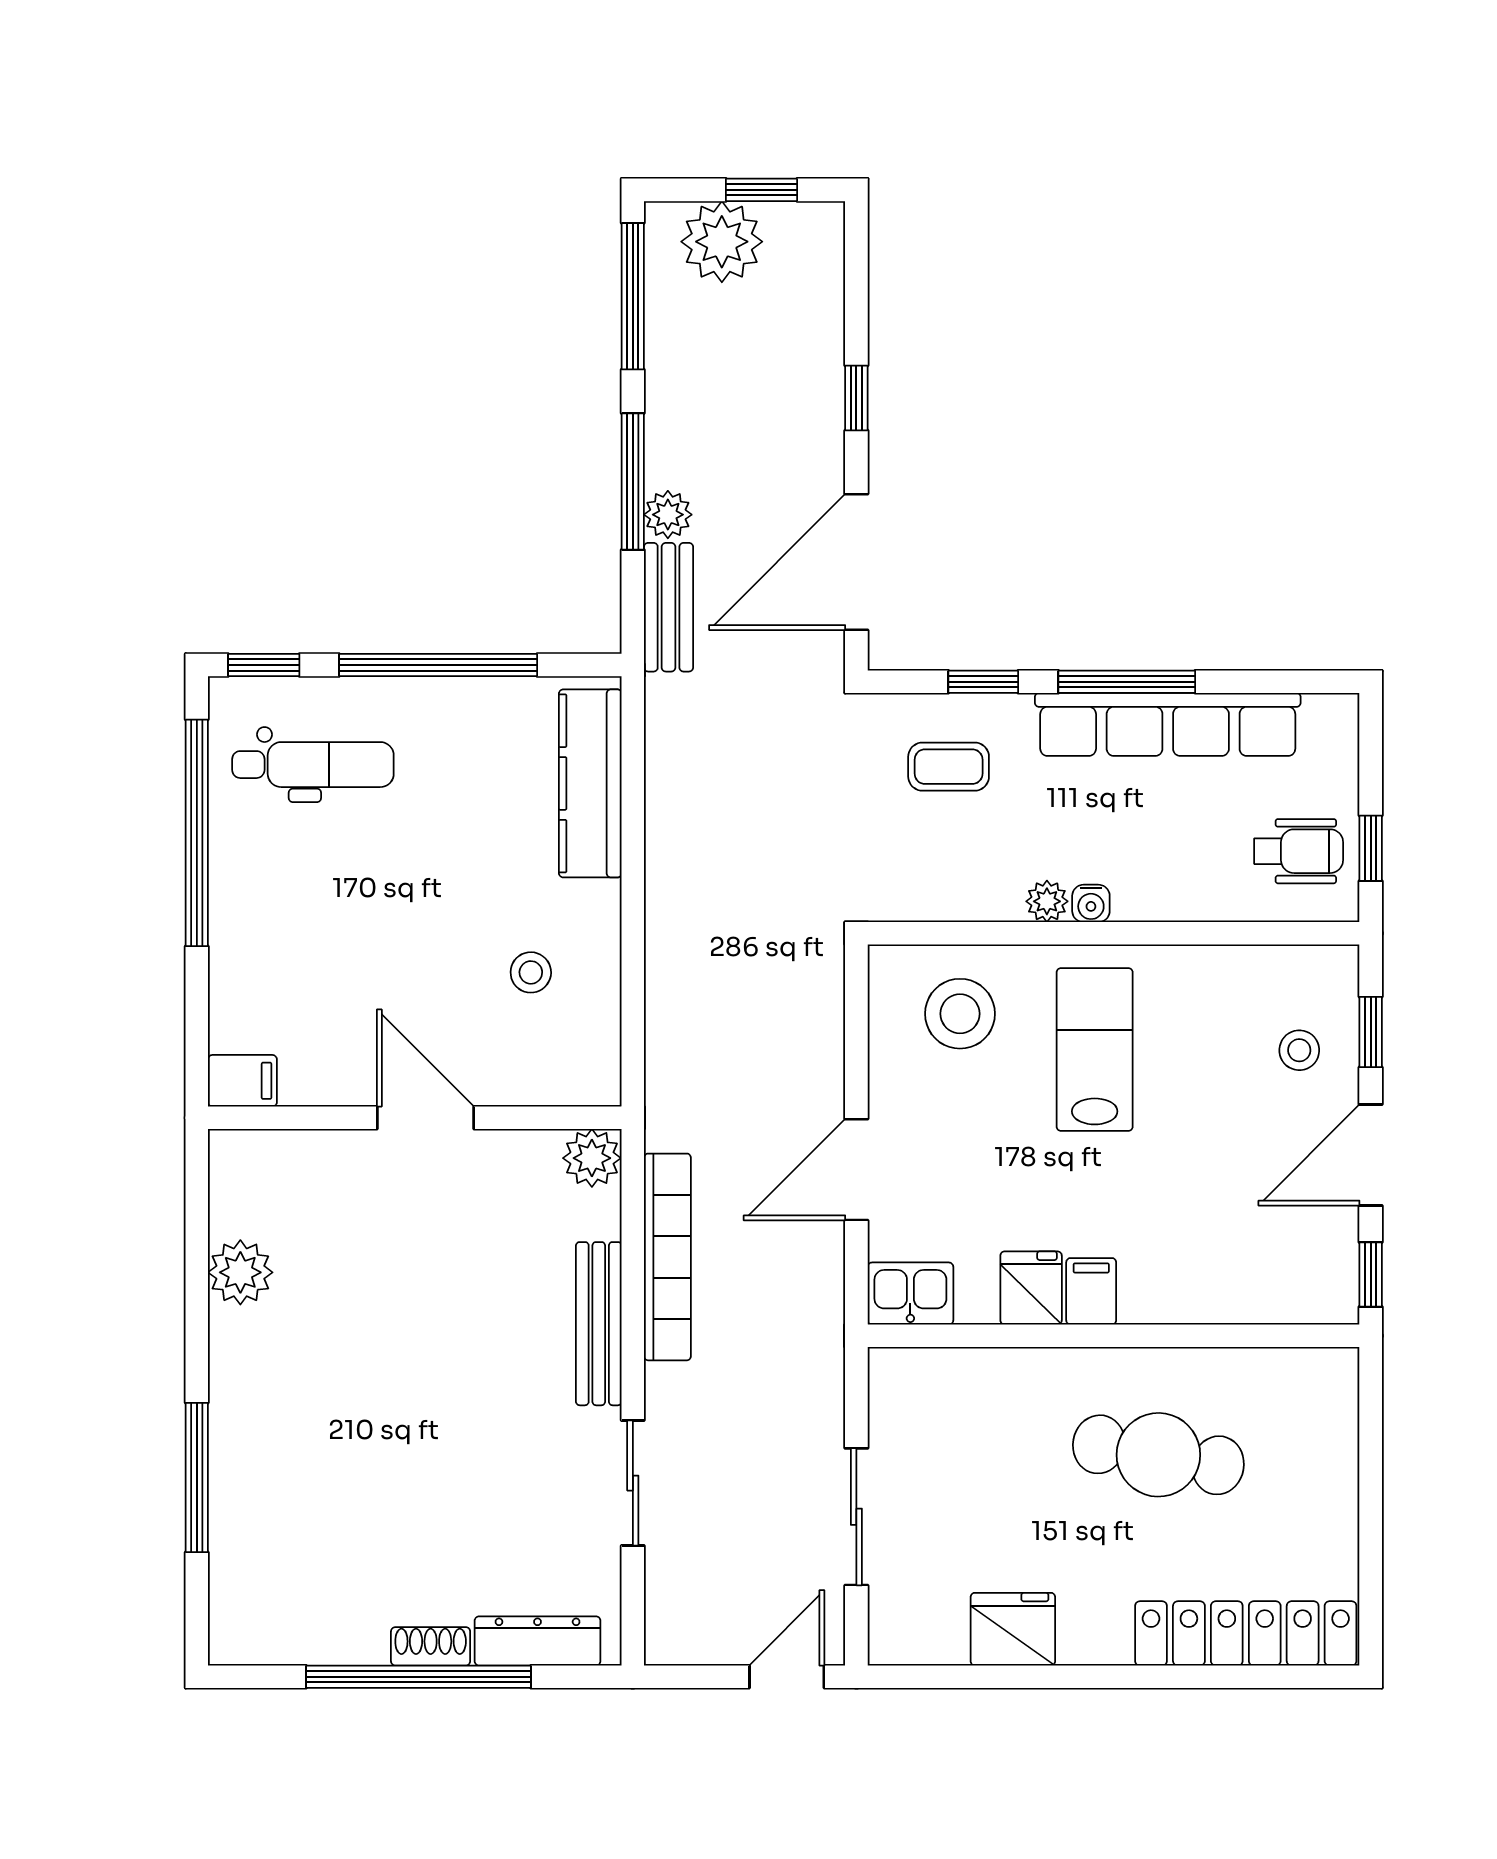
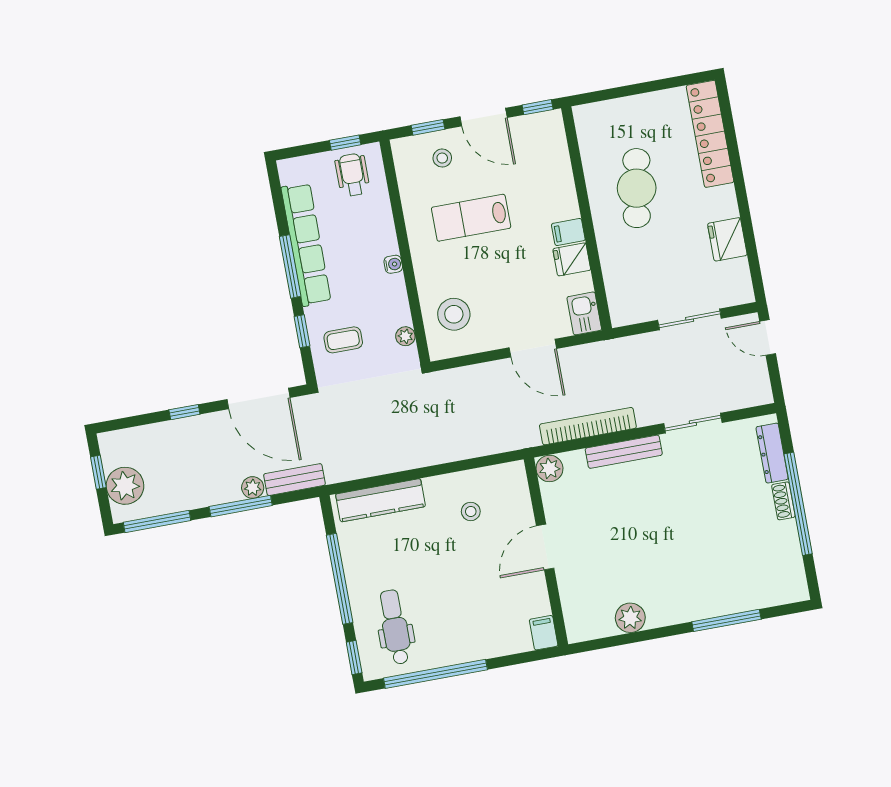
coffee table: (949, 767) -> (343, 340), turned 90
plant: (1047, 901) -> (405, 336), moved
lab bench: (1095, 1050) -> (471, 218), moved

